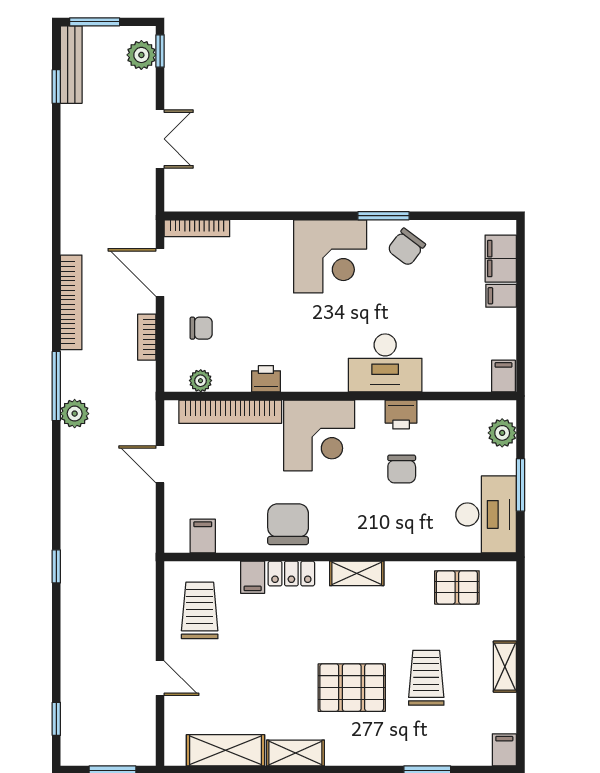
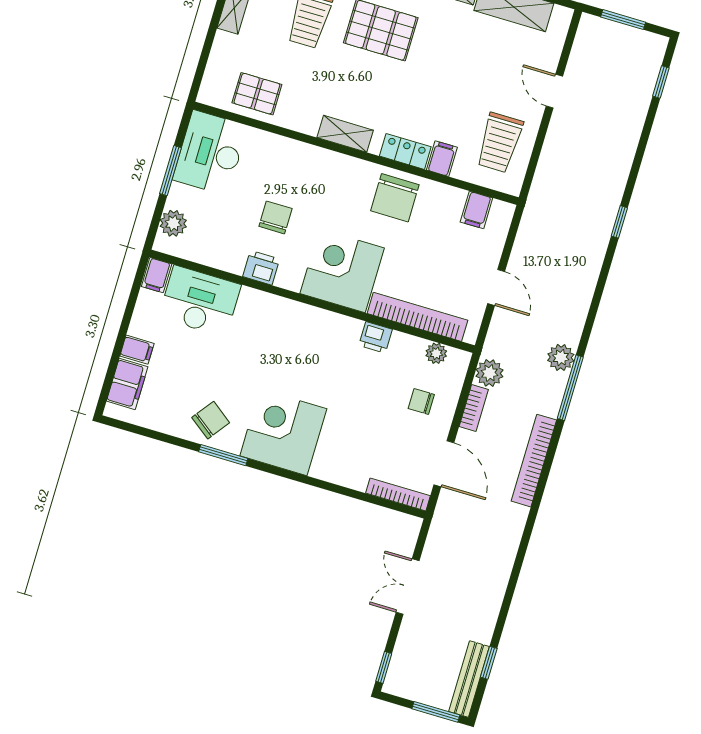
plant: (141, 55) -> (489, 373), moved
desk: (385, 363) -> (200, 301), moved

